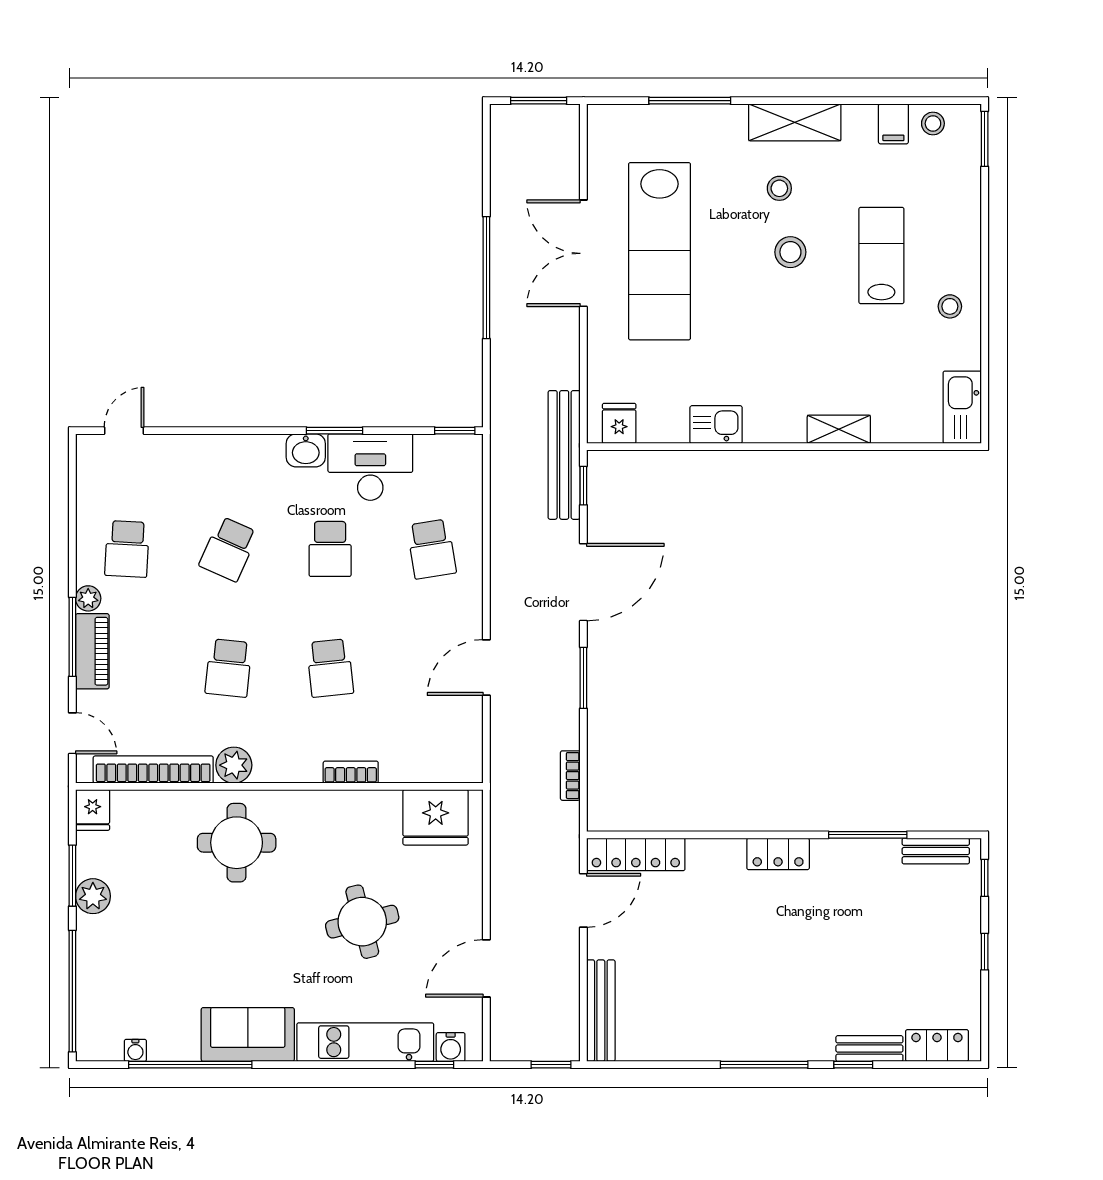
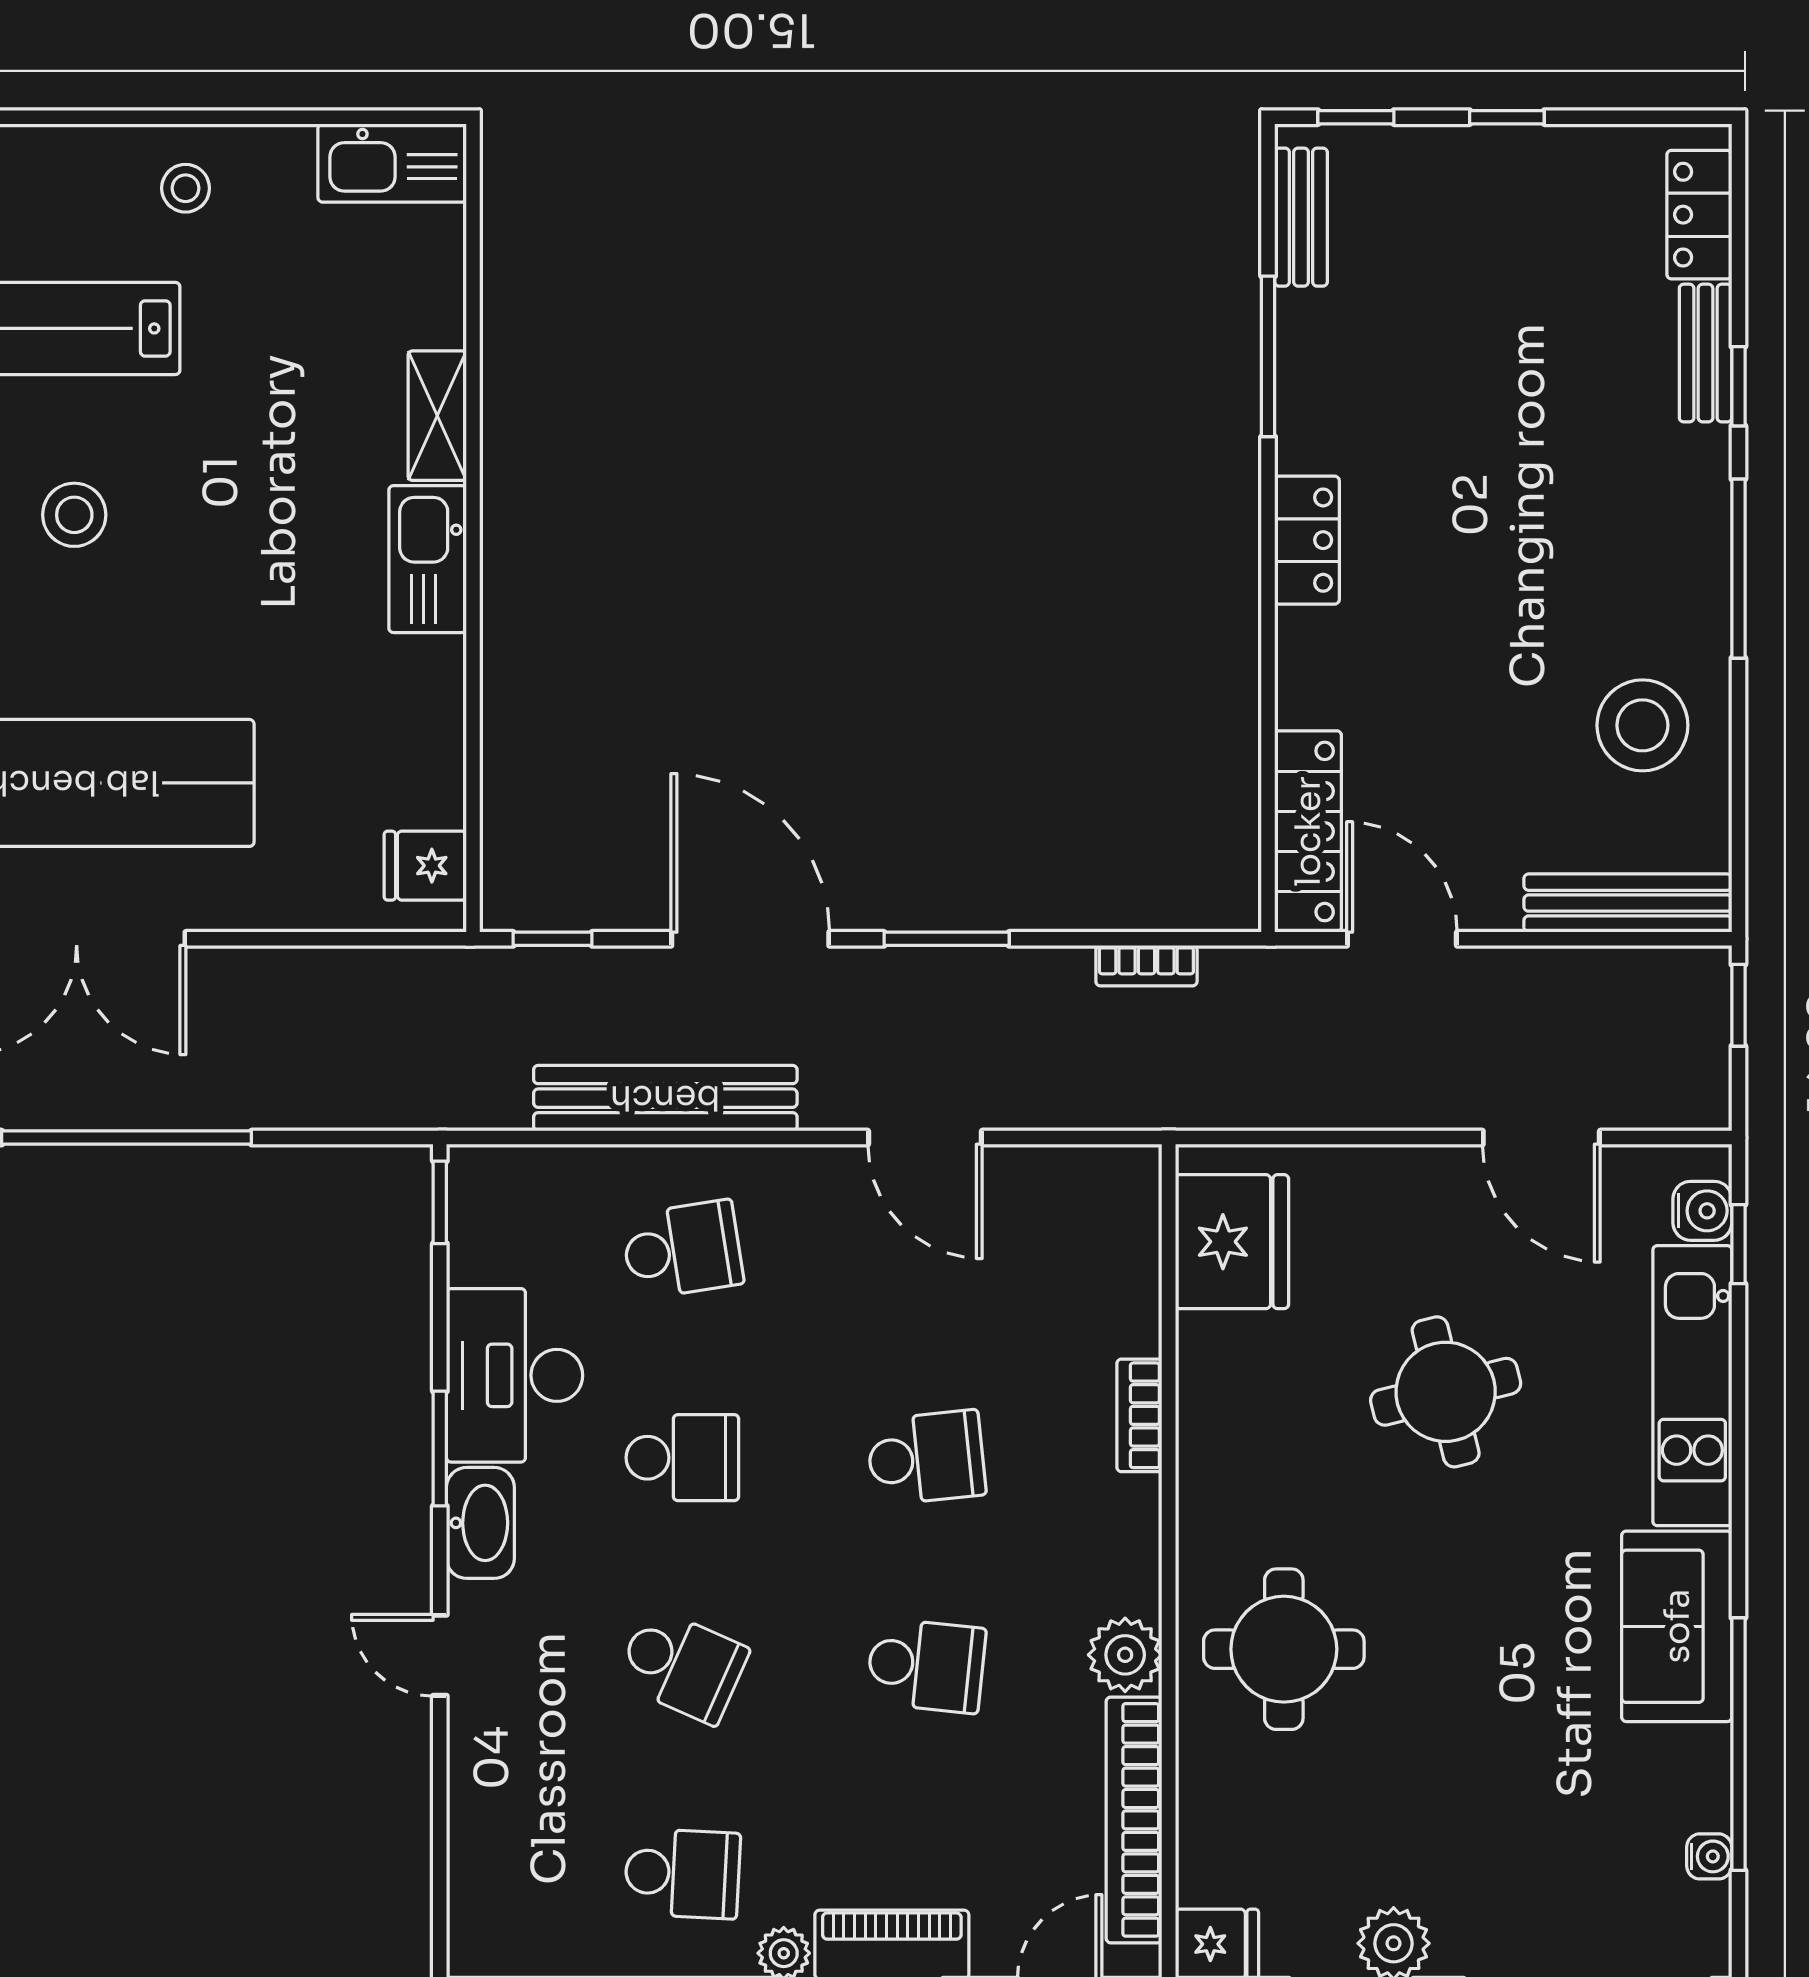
kitchen sink: (716, 425) -> (428, 559), moved, width x1.38
door: (124, 431) -> (440, 1655), moved
washbasin: (306, 450) -> (480, 1523), width x1.38
bench: (564, 455) -> (665, 1098), moved
stool: (688, 1018) -> (1642, 725), added

